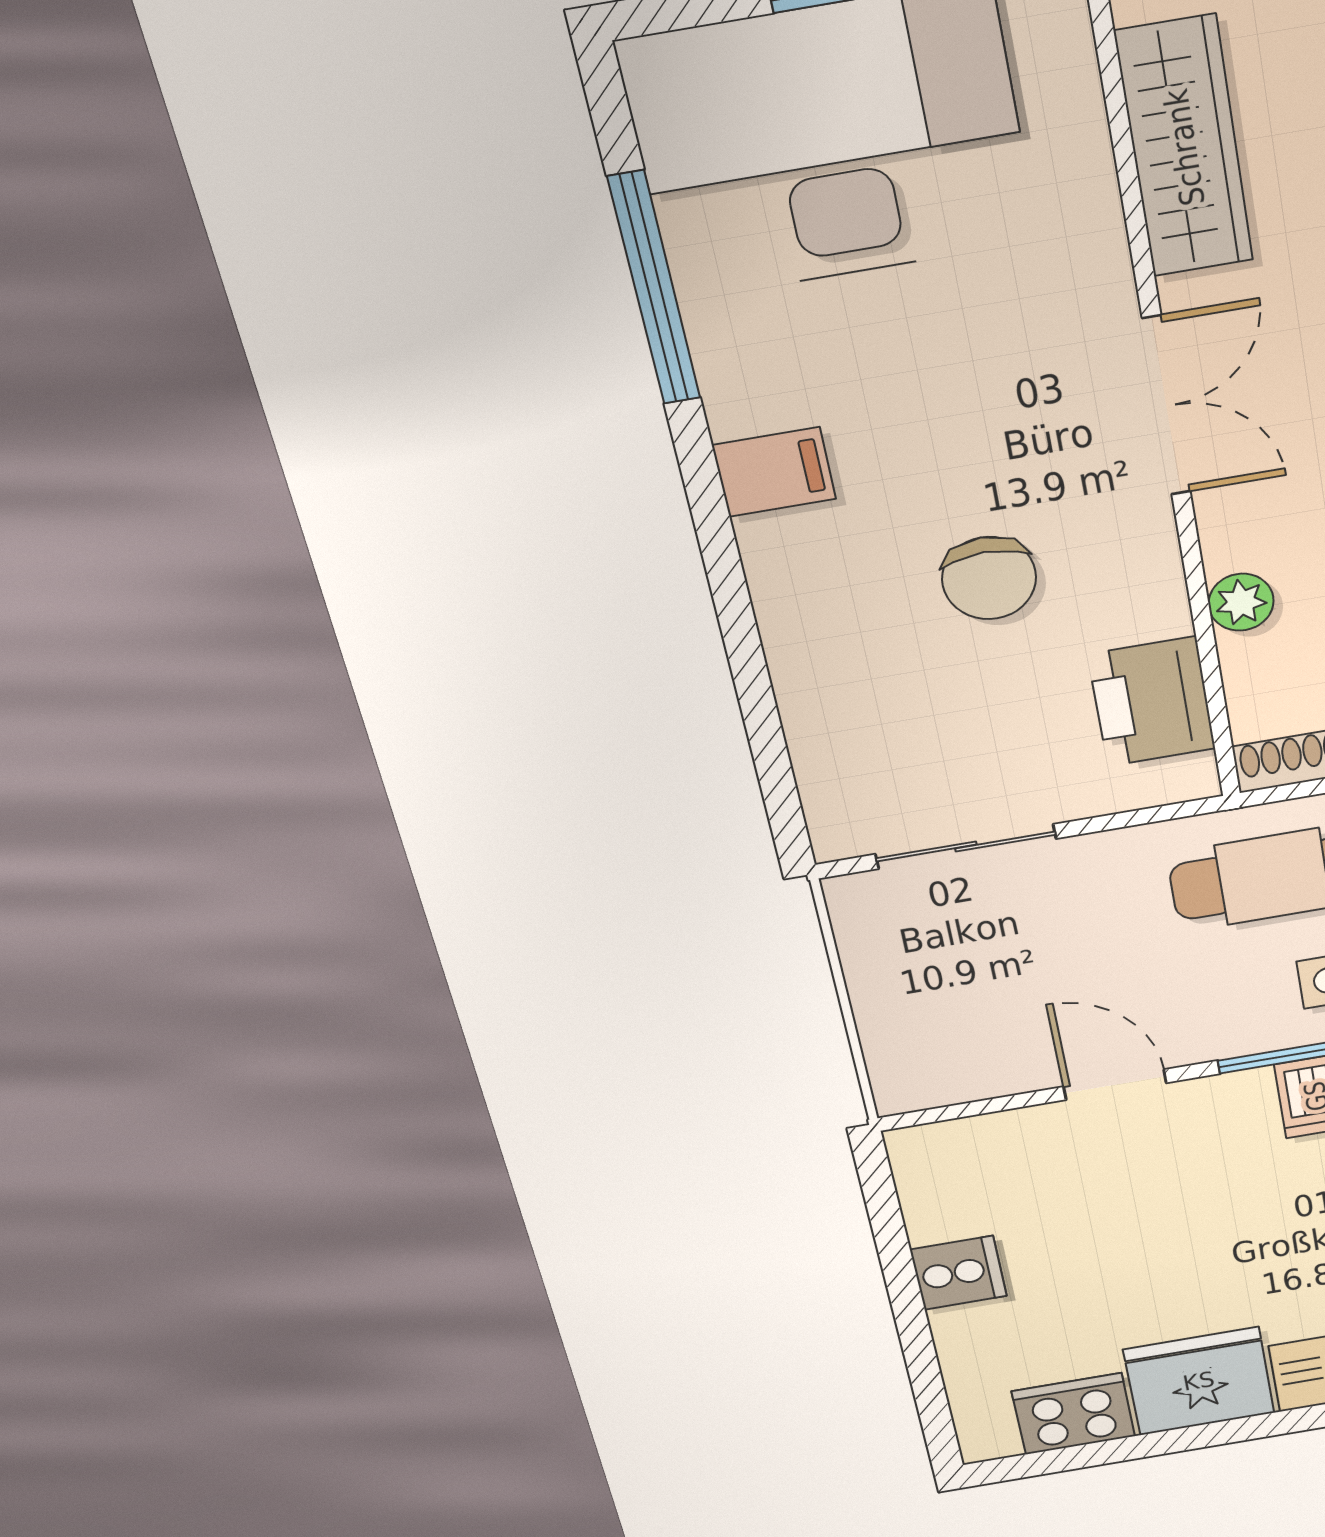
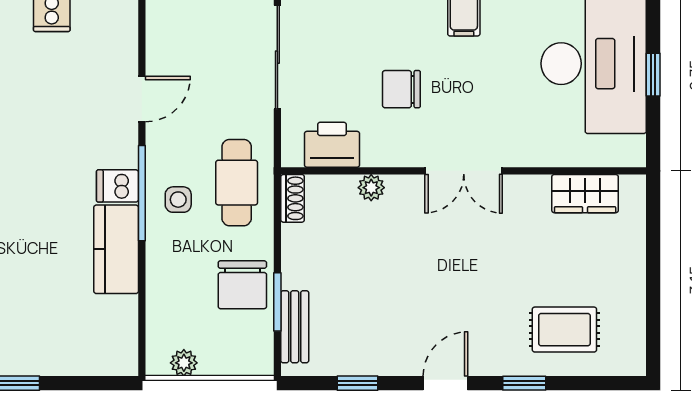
wardrobe: (1184, 147) -> (585, 194), width x0.67
sliding door: (966, 846) -> (277, 57), width x1.37

